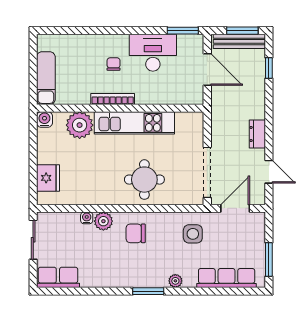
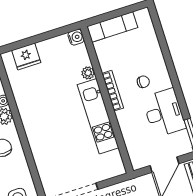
plant: (80, 125) -> (88, 73), width x0.53, depth x0.53
round table: (144, 180) -> (52, 141), removed

